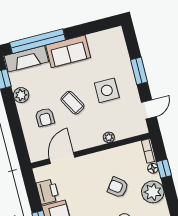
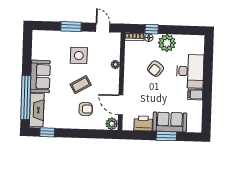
plant: (21, 95) -> (112, 124), moved

